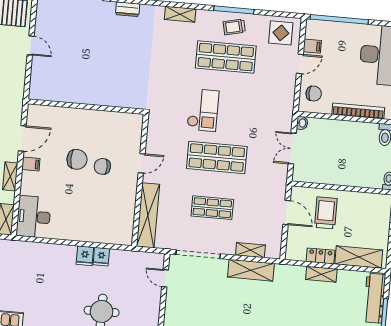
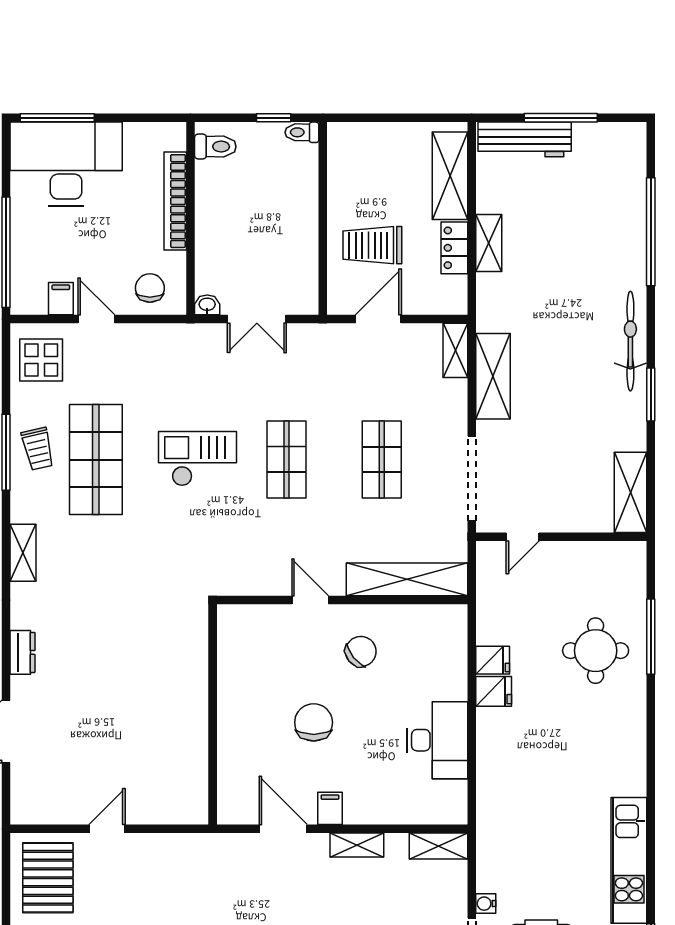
checkout: (203, 110) -> (198, 459), moved
shop shelf: (217, 157) -> (286, 460), width x0.70, depth x0.74
chair: (102, 166) -> (361, 651), moved, turned -129
desk: (34, 217) -> (437, 740), moved, turned -90
shelving: (250, 250) -> (455, 350), moved

